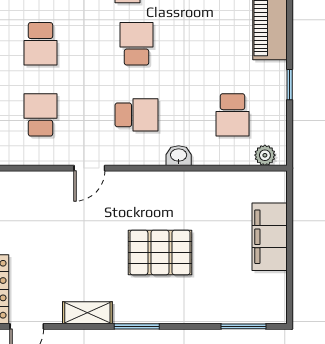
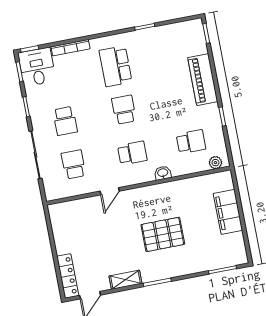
school desk: (233, 115) -> (191, 142), turned -90

